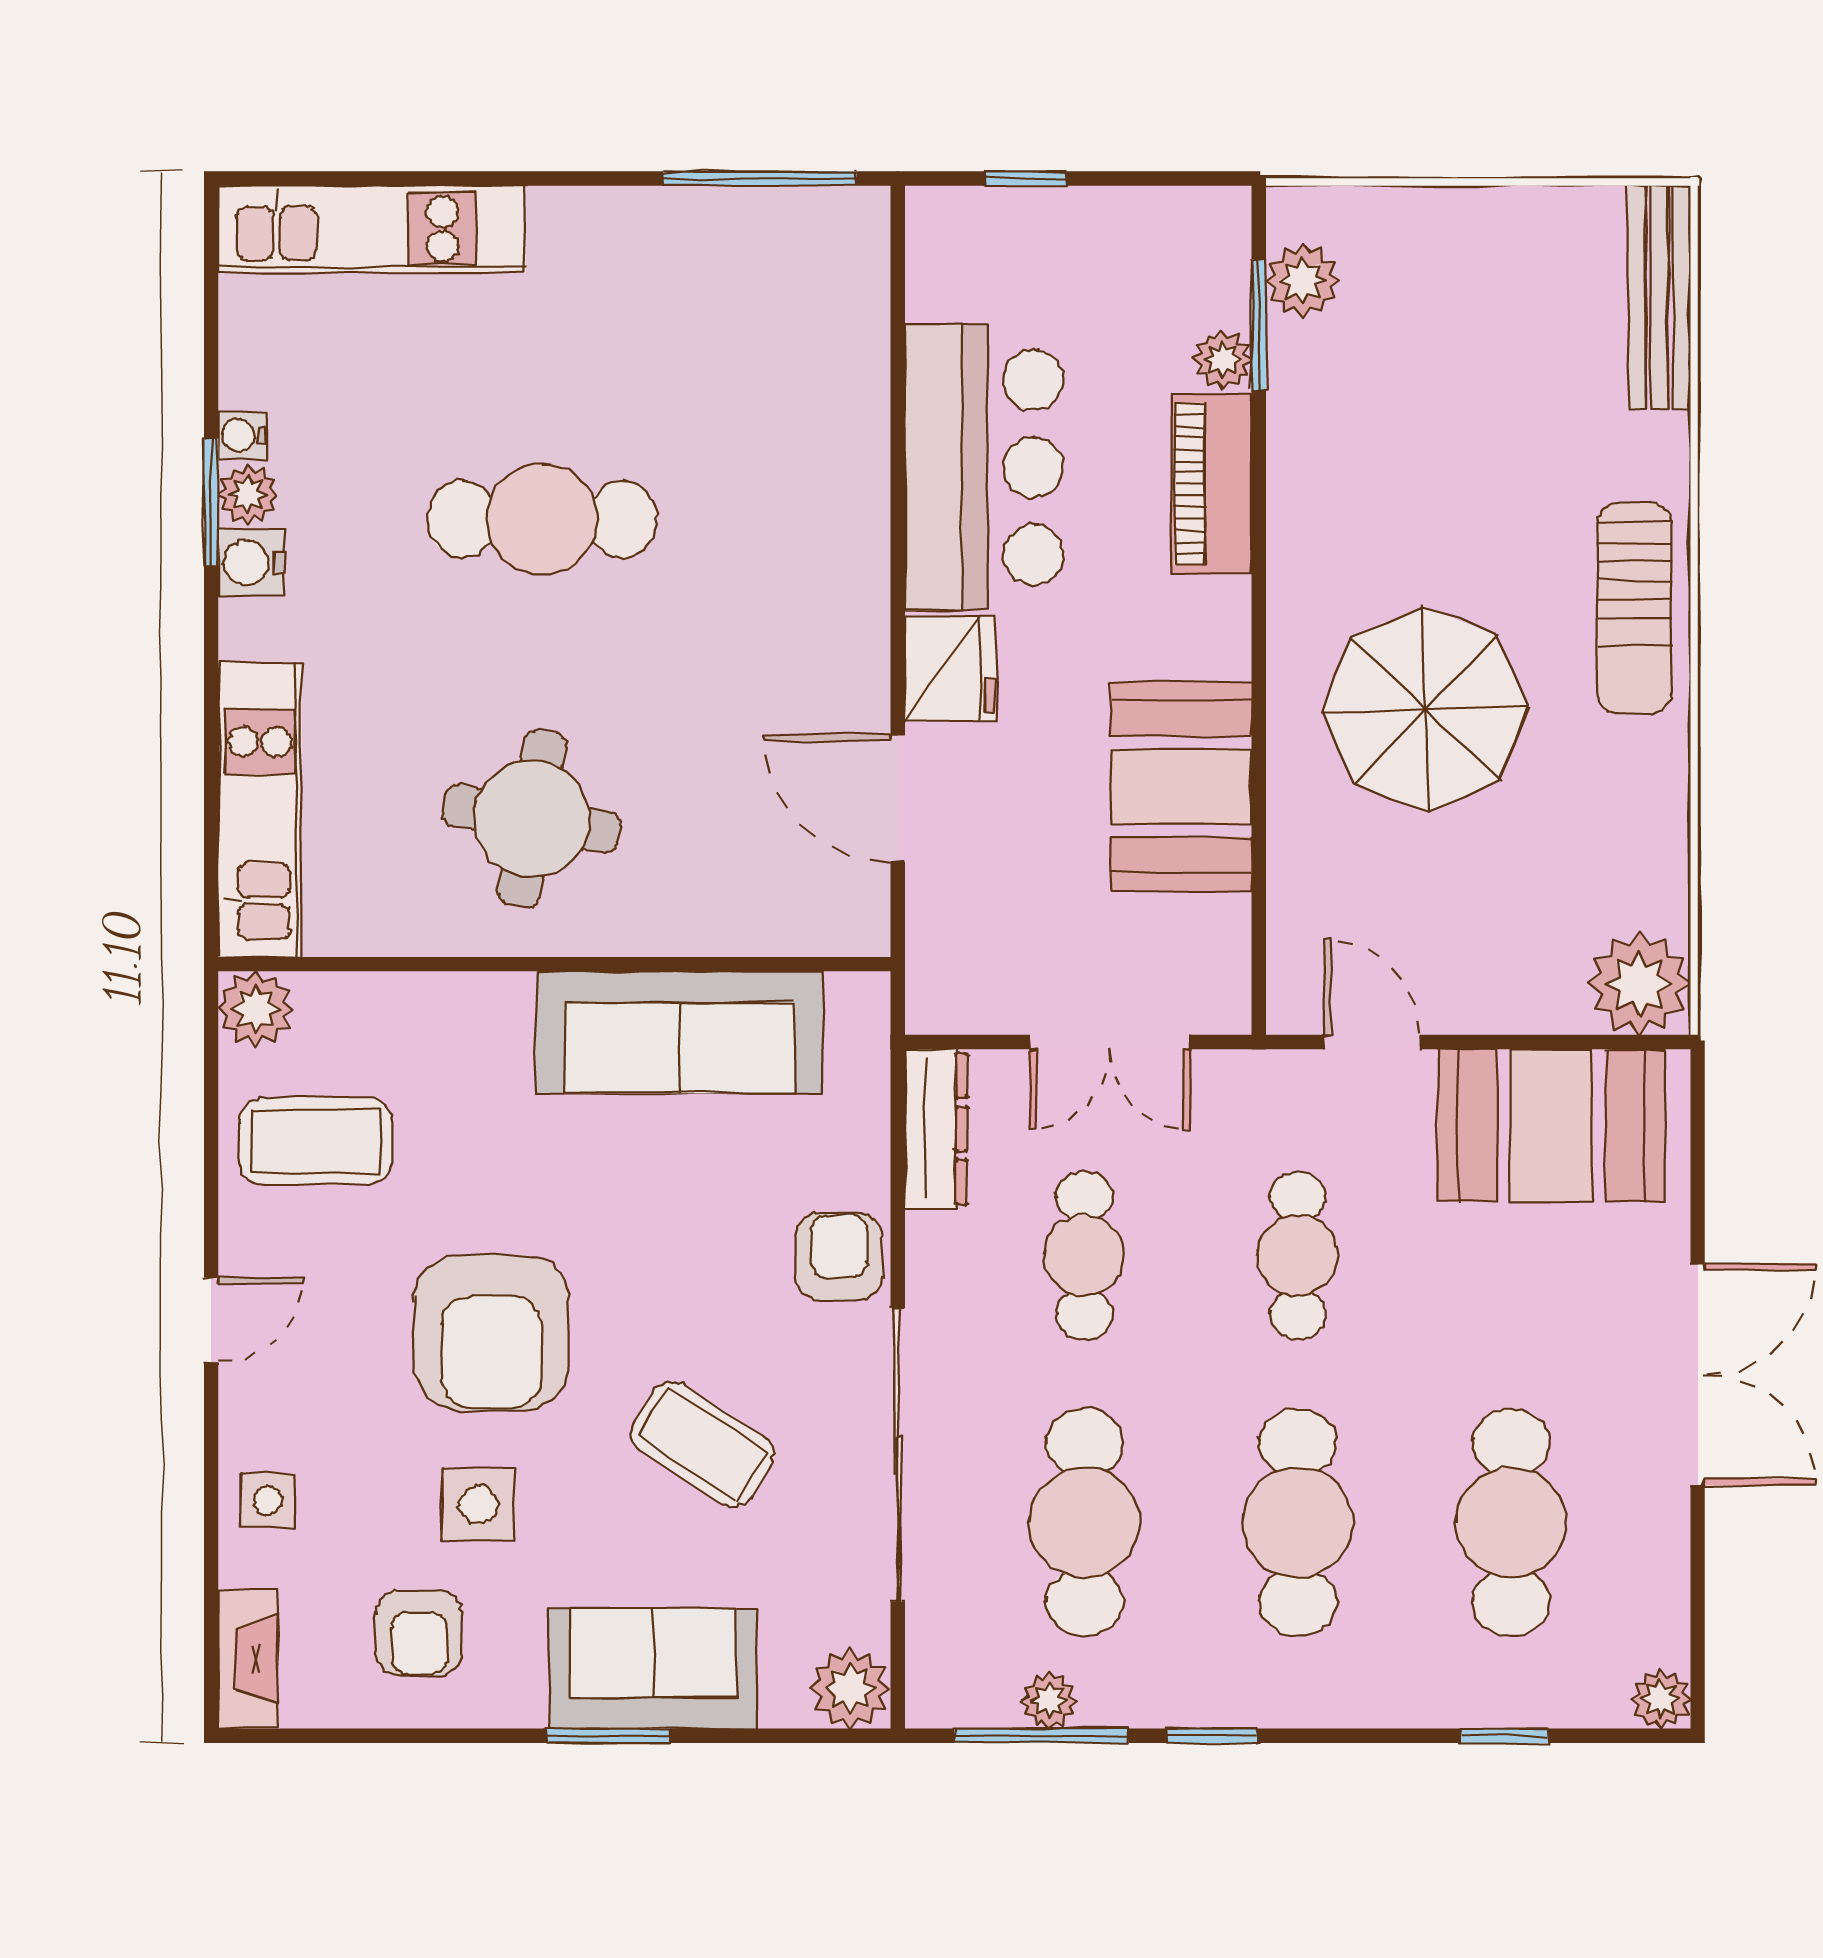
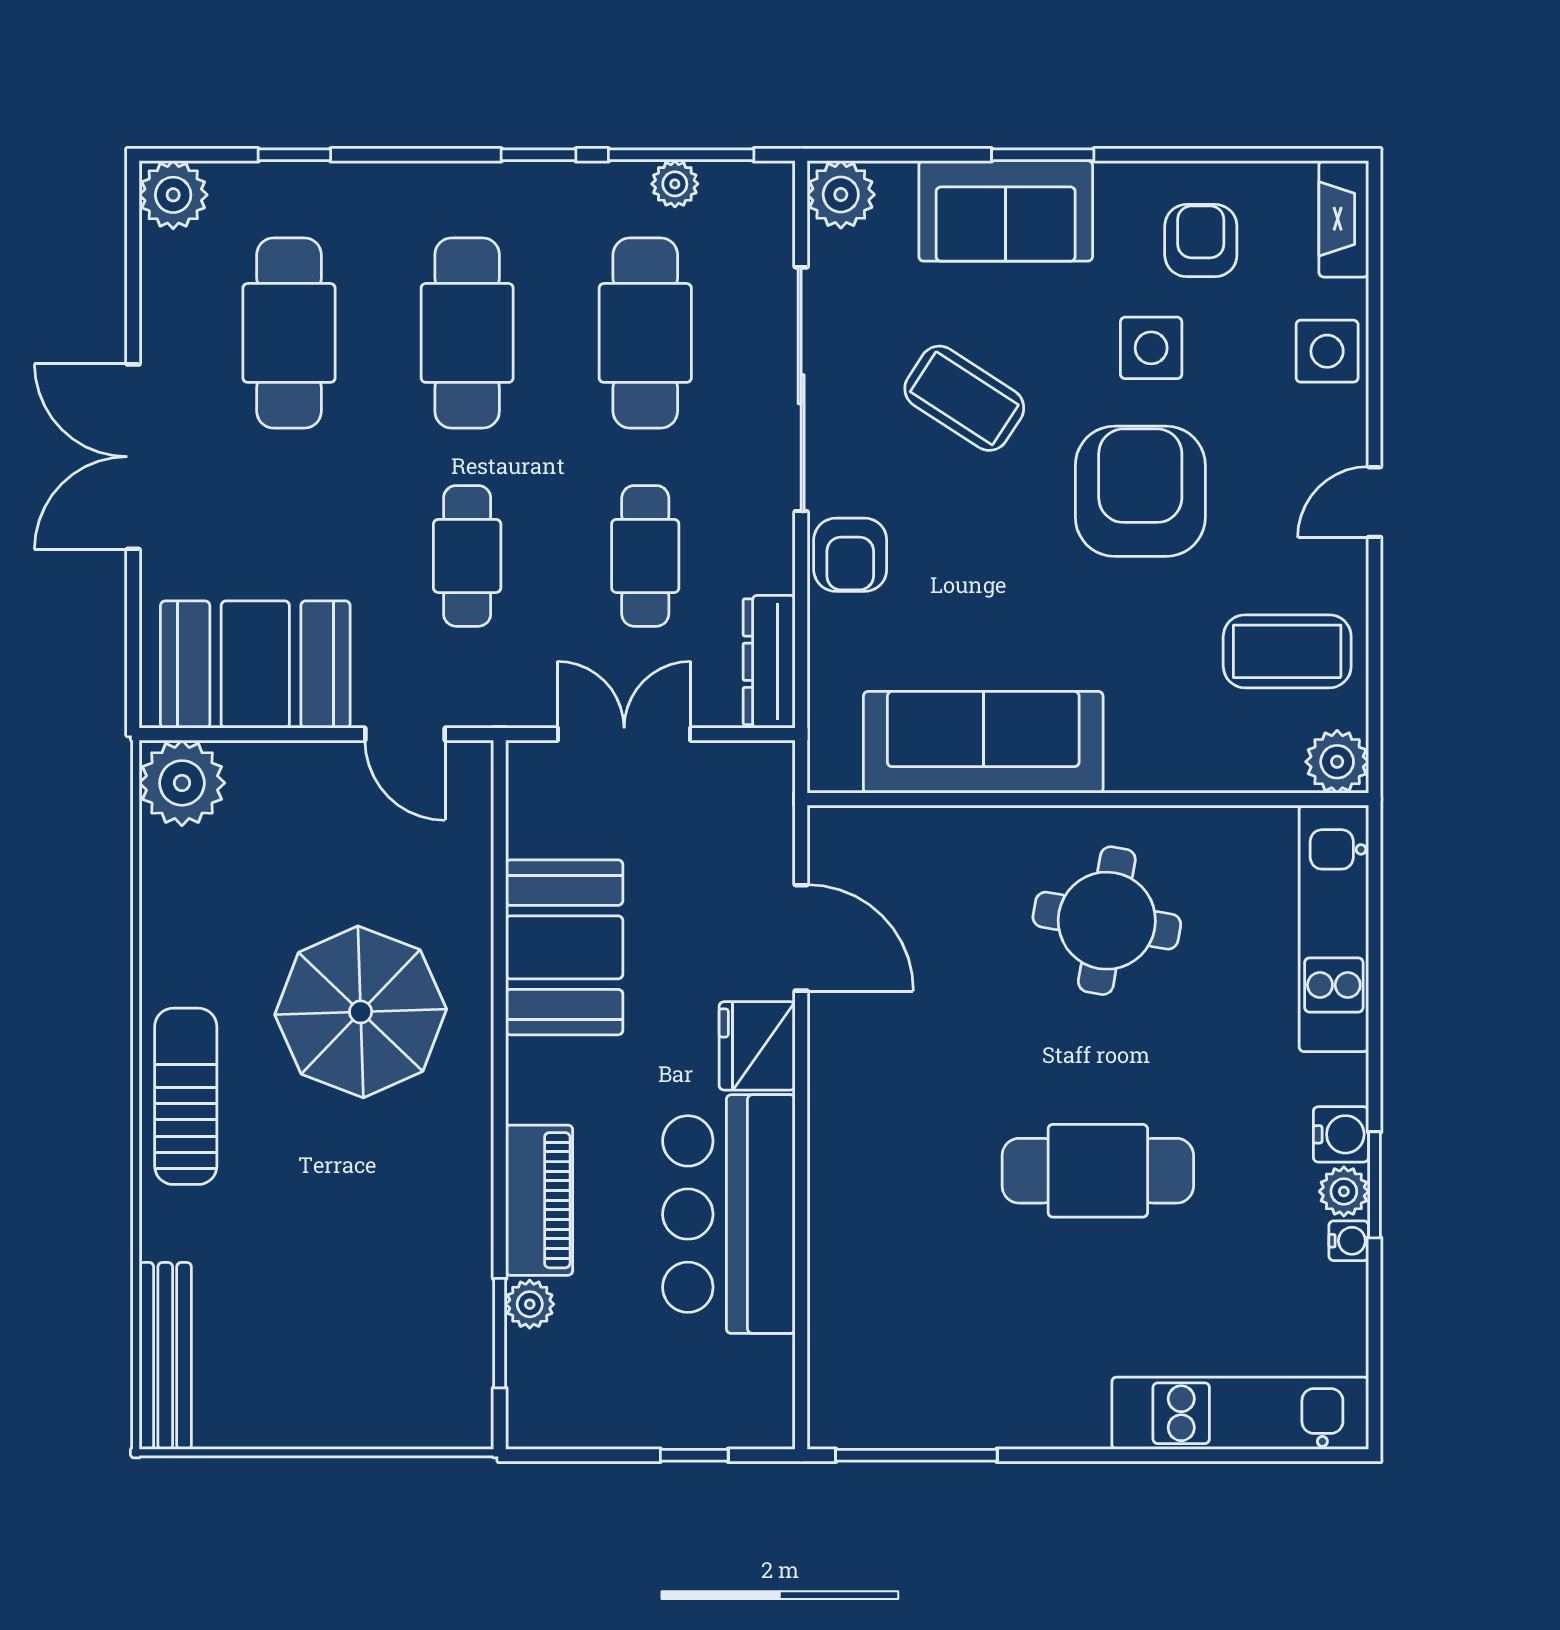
plant: (1303, 280) -> (463, 1370), removed
side table: (268, 1501) -> (1327, 351), width x1.37, depth x1.37
plant: (1661, 1699) -> (173, 195), width x1.38, depth x1.38

